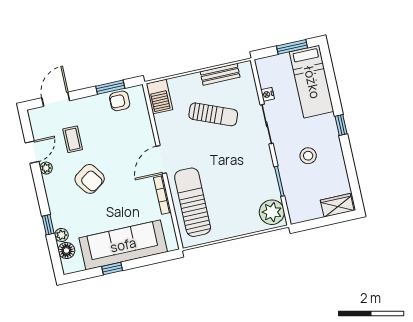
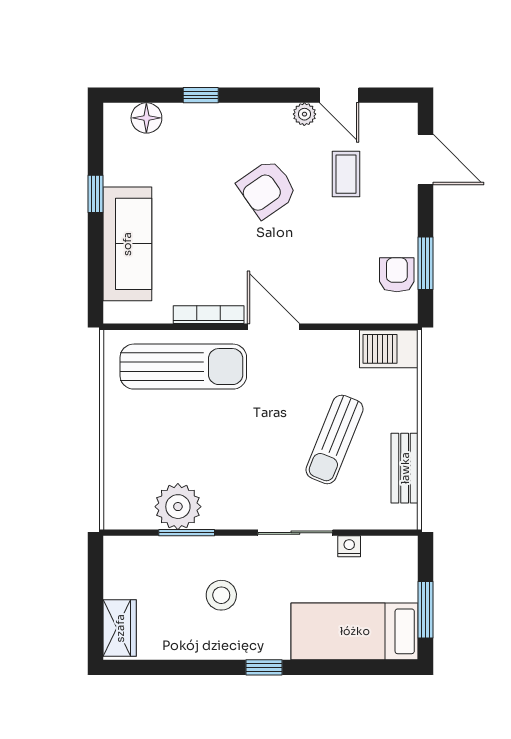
coffee table: (73, 139) -> (346, 174), turned 90
plant: (272, 212) -> (178, 507), moved
plant: (61, 235) -> (177, 115), removed
sofa: (123, 245) -> (127, 244), width x0.74, depth x0.79

